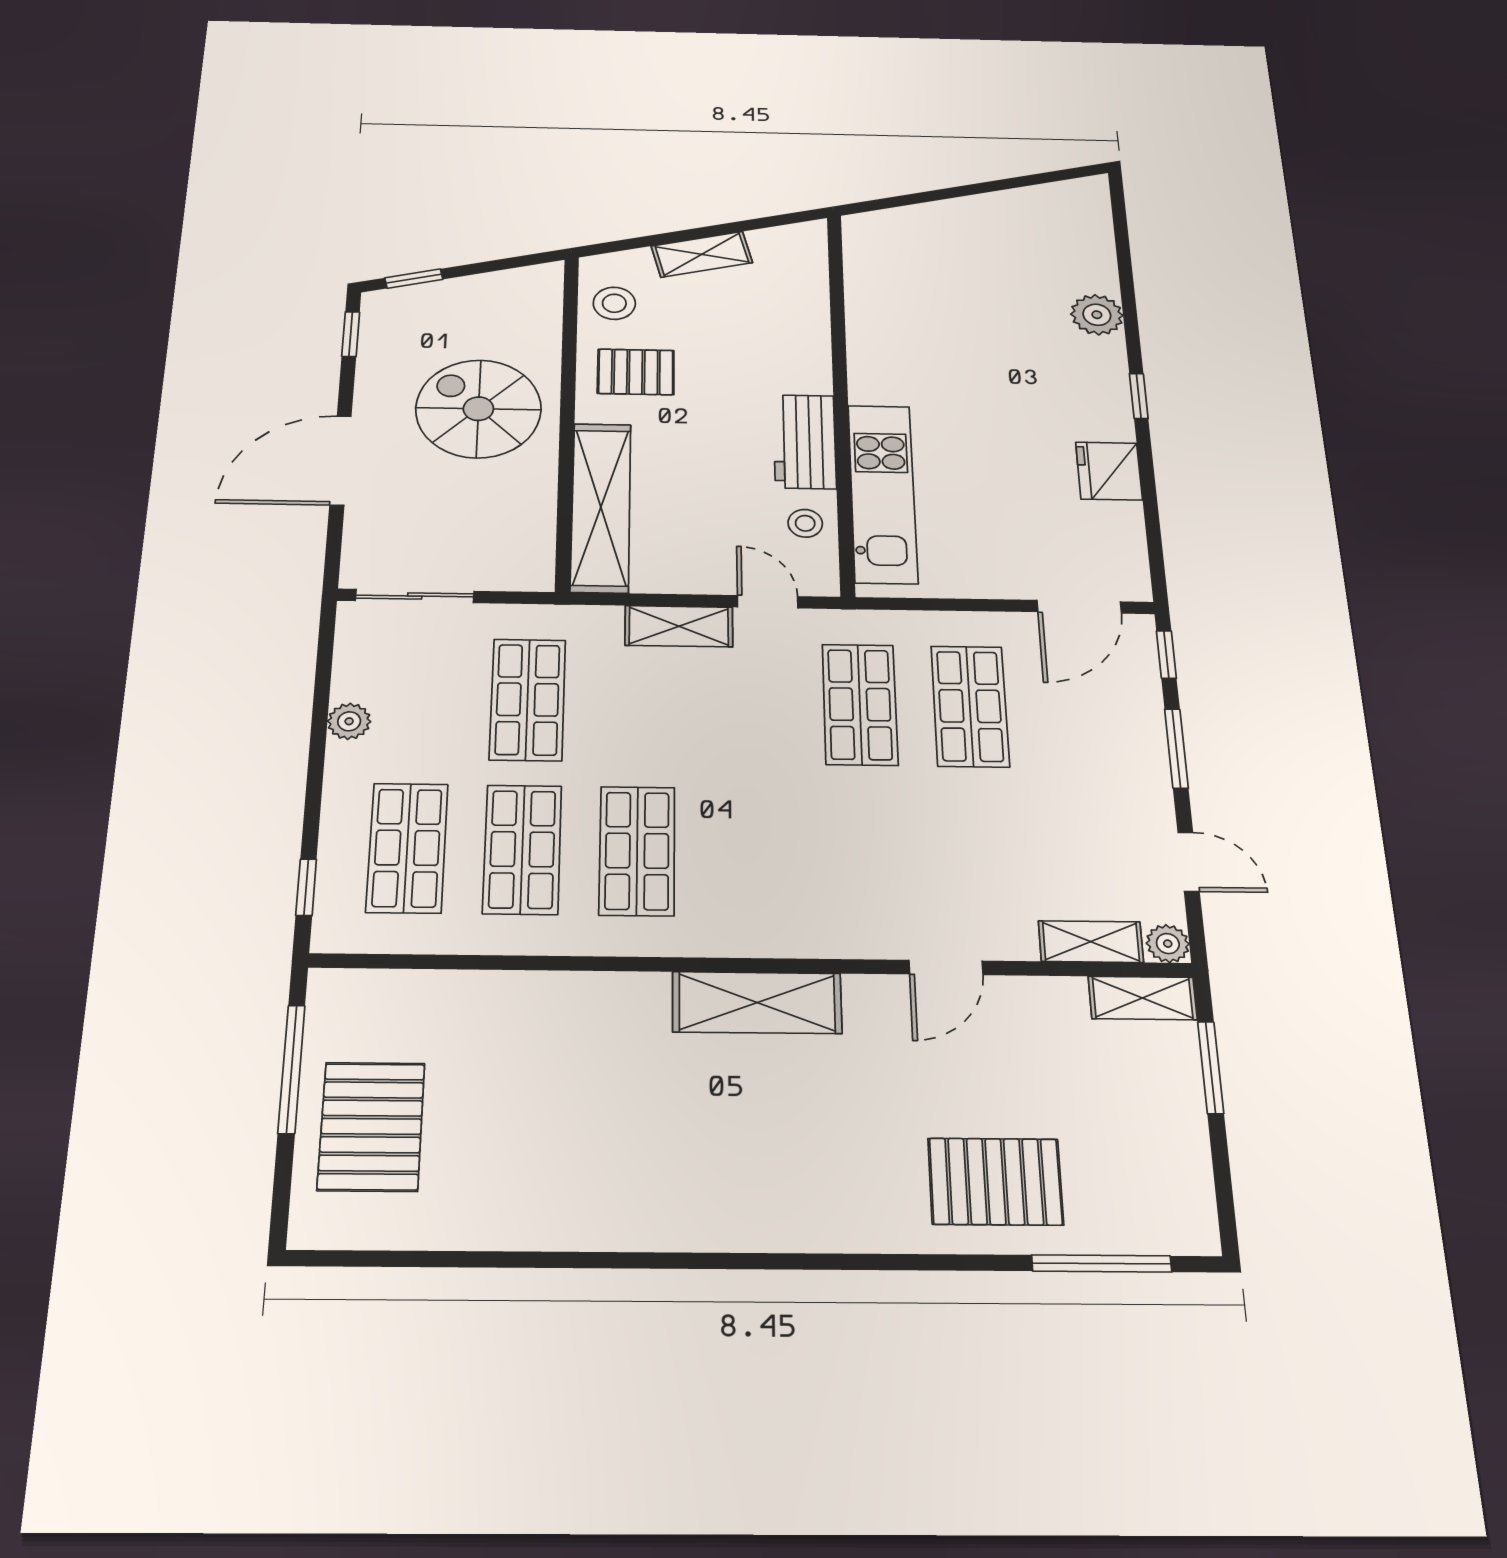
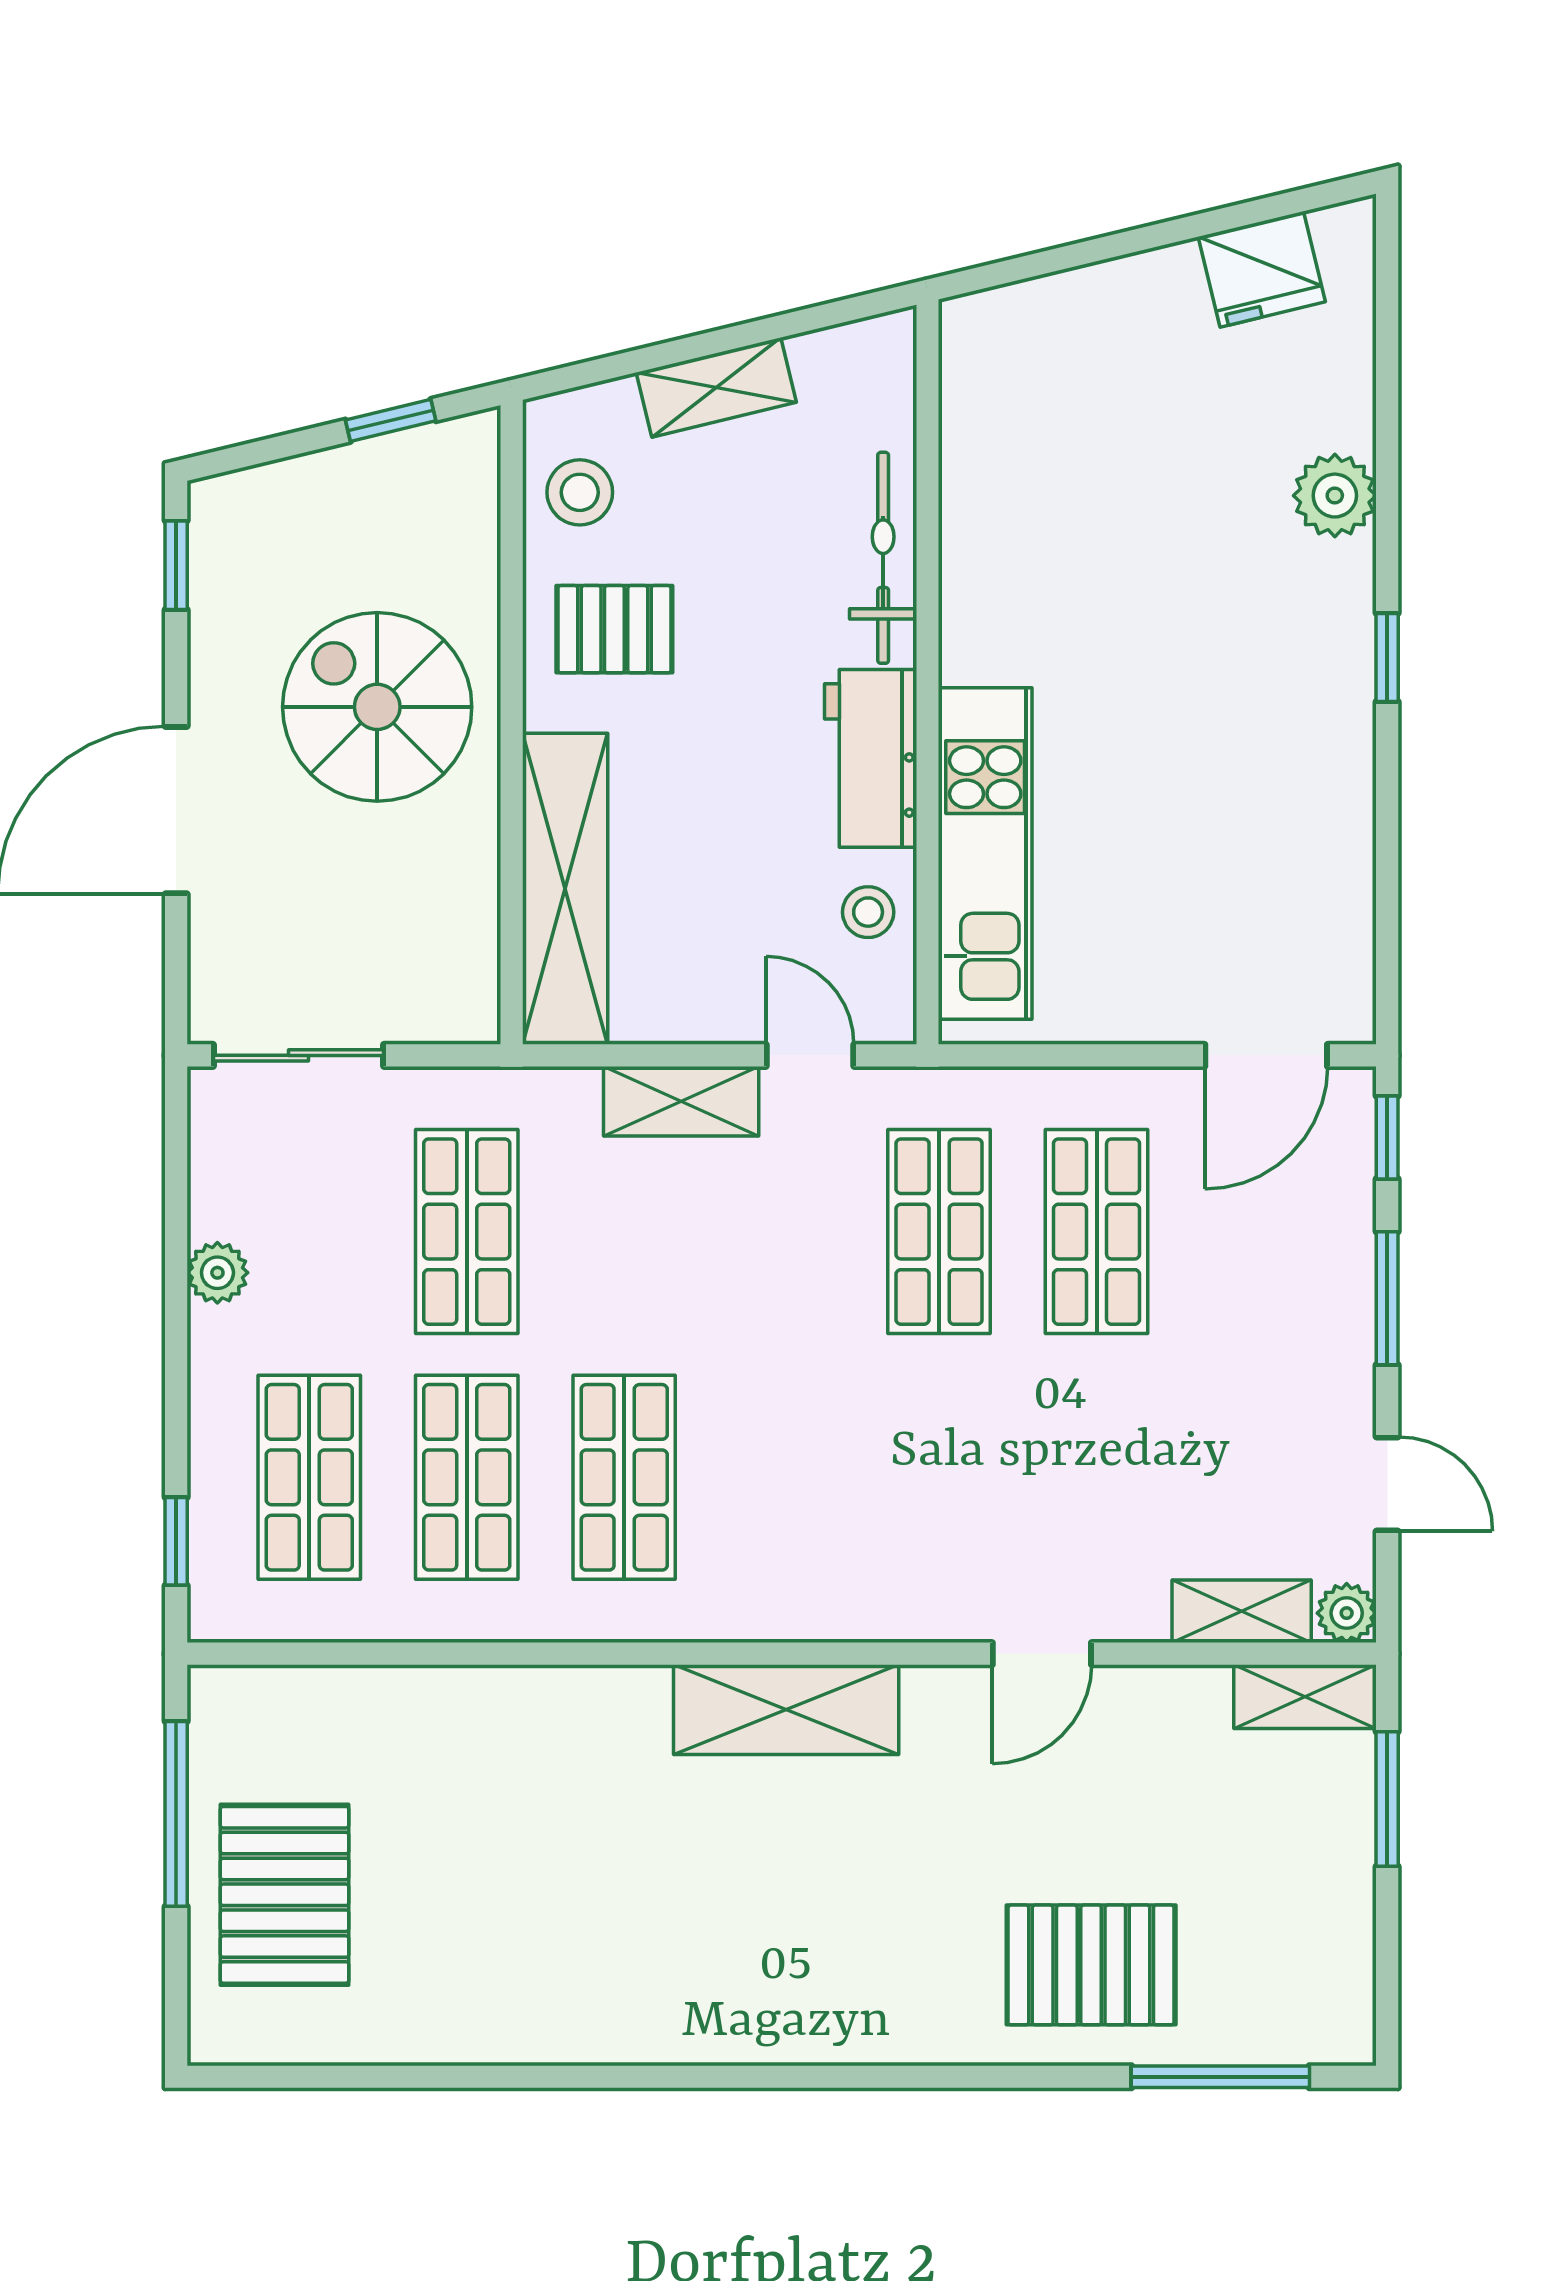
window: (414, 279) -> (391, 420), moved
bicycle: (810, 340) -> (883, 558), added
fridge: (1109, 471) -> (1262, 269), moved, turned -104

